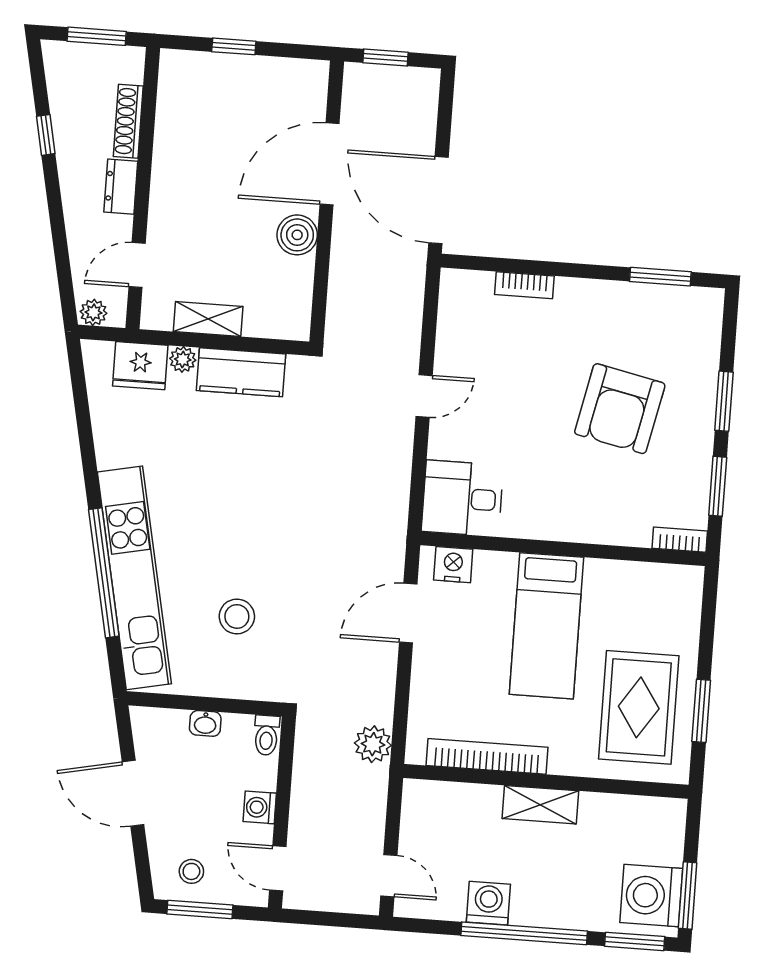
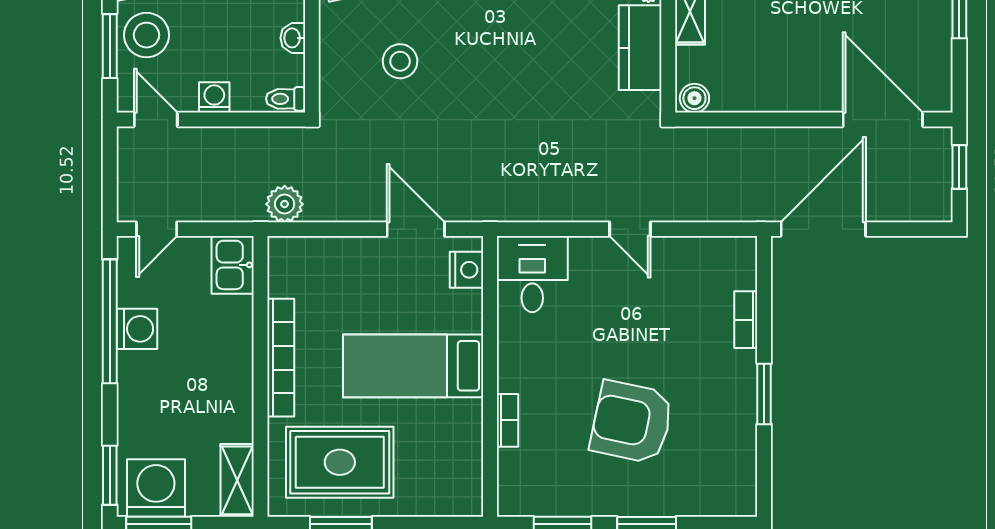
door: (329, 164) -> (883, 120), moved
boiler: (297, 235) -> (694, 98), moved, width x0.73, depth x0.73
window: (660, 277) -> (764, 394), moved
bookcase: (680, 540) -> (507, 420), moved
bookcase: (487, 756) -> (281, 358), moved
kitchen sink: (431, 801) -> (233, 265), added
shelving: (540, 805) -> (237, 480), moved
door: (278, 868) -> (156, 120), hinge flipped
stool: (191, 871) -> (146, 35), width x1.89, depth x1.89
window: (524, 933) -> (110, 321), moved

